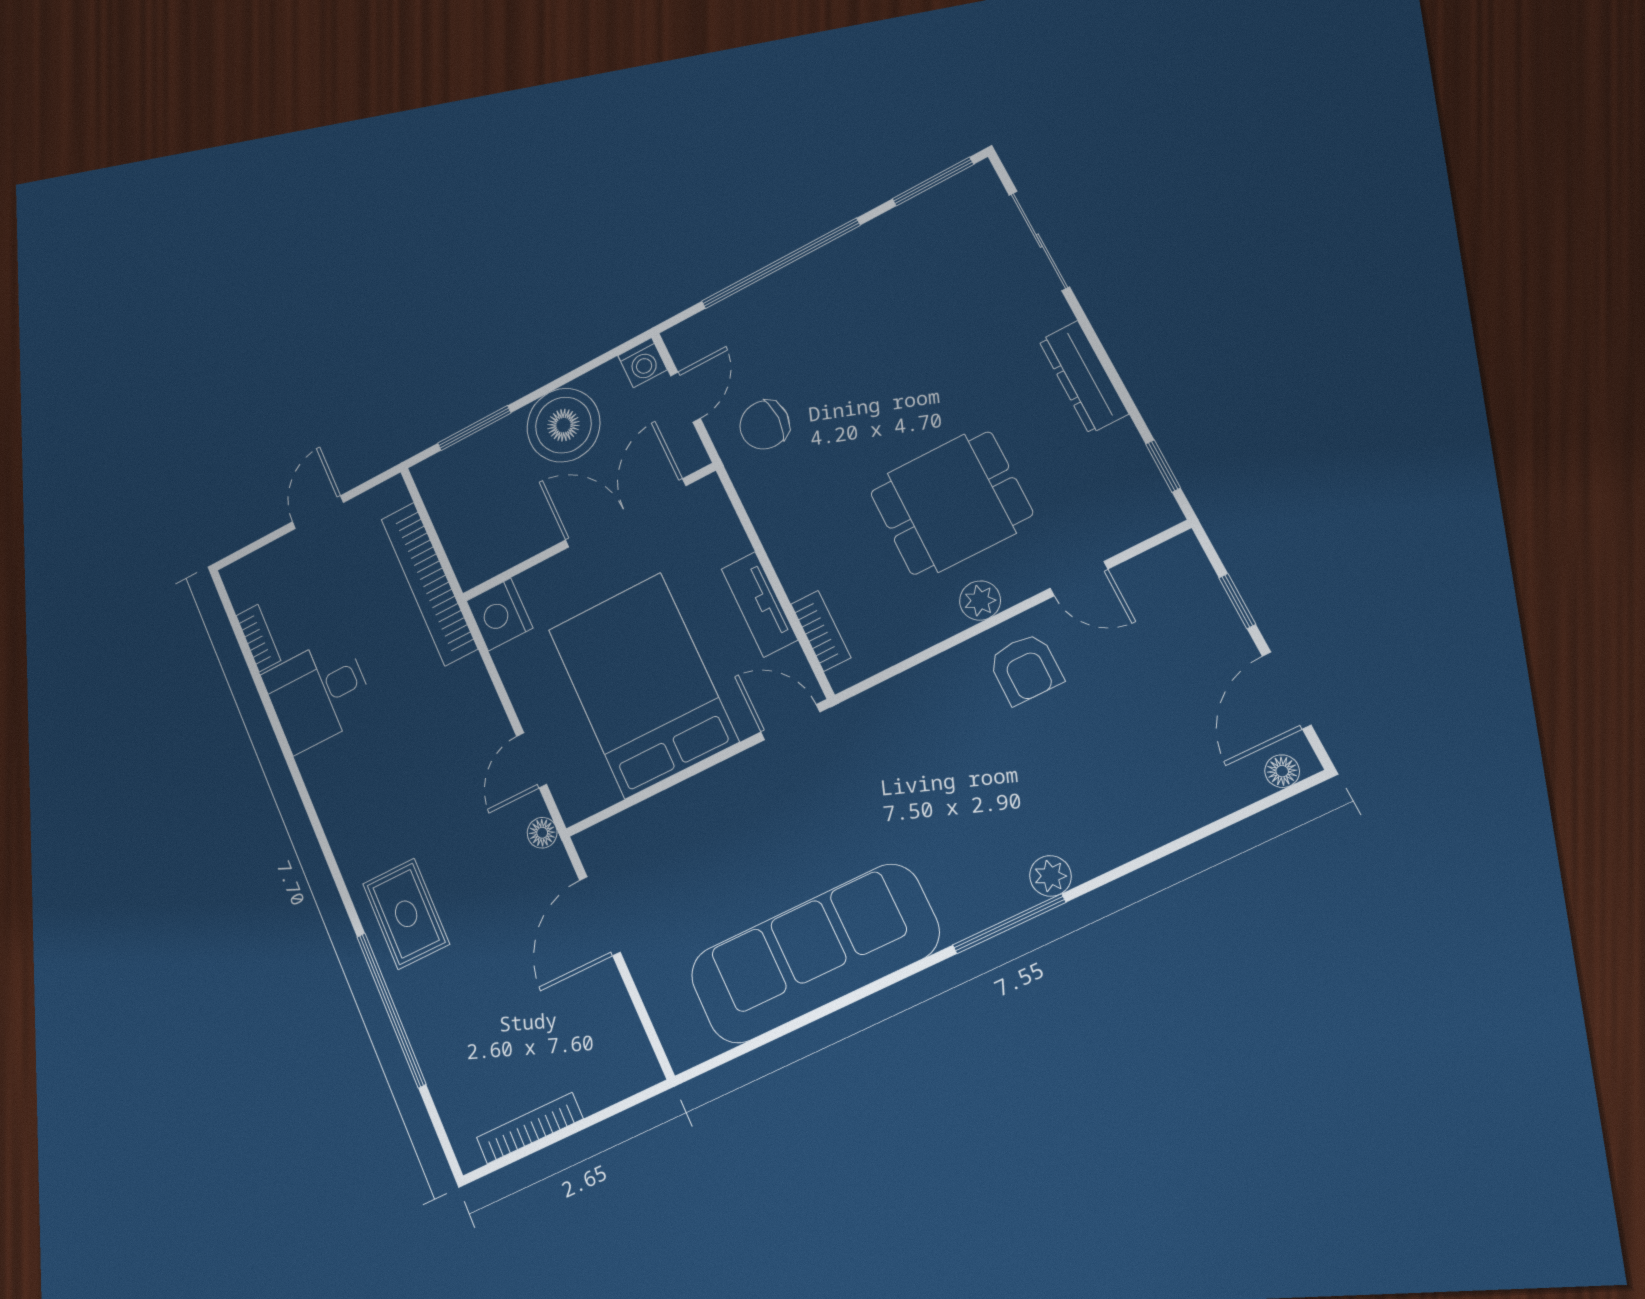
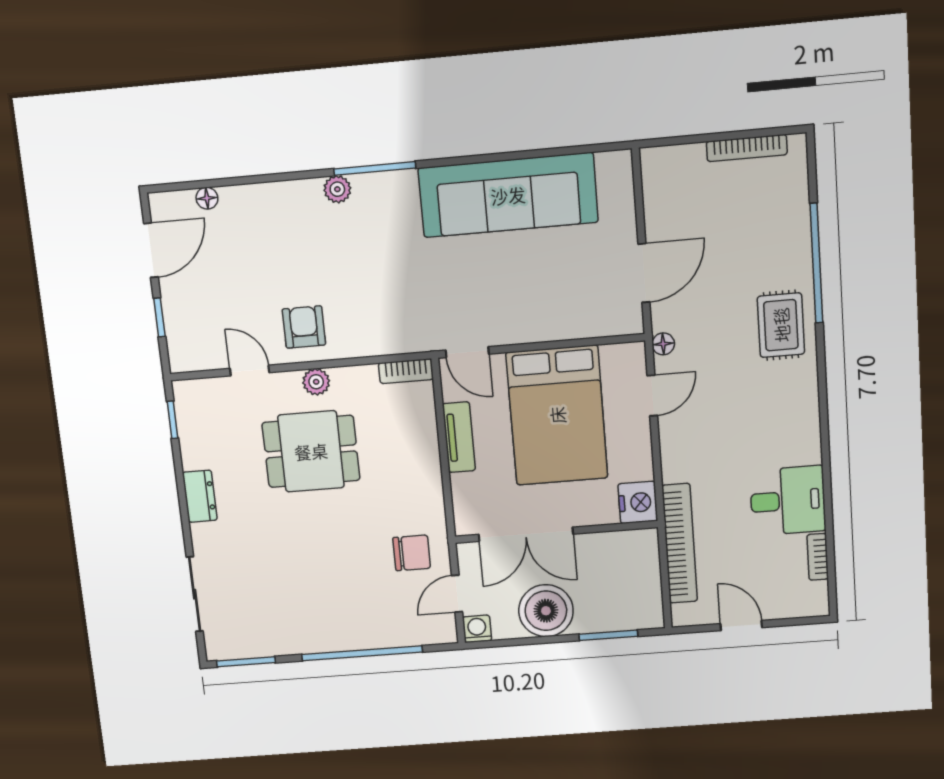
dresser: (1083, 377) -> (200, 496), width x0.70
door: (318, 512) -> (741, 626), swing flipped
bookcase: (821, 631) -> (406, 371), moved, turned -90
floor lamp: (1282, 771) -> (207, 198), moved

